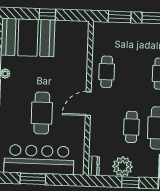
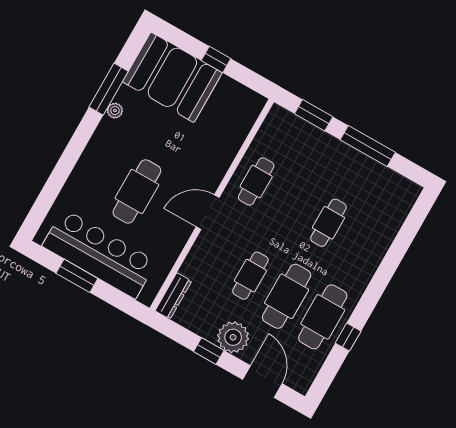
dresser: (94, 166) -> (173, 296), width x1.44
plant: (123, 167) -> (233, 337), moved

